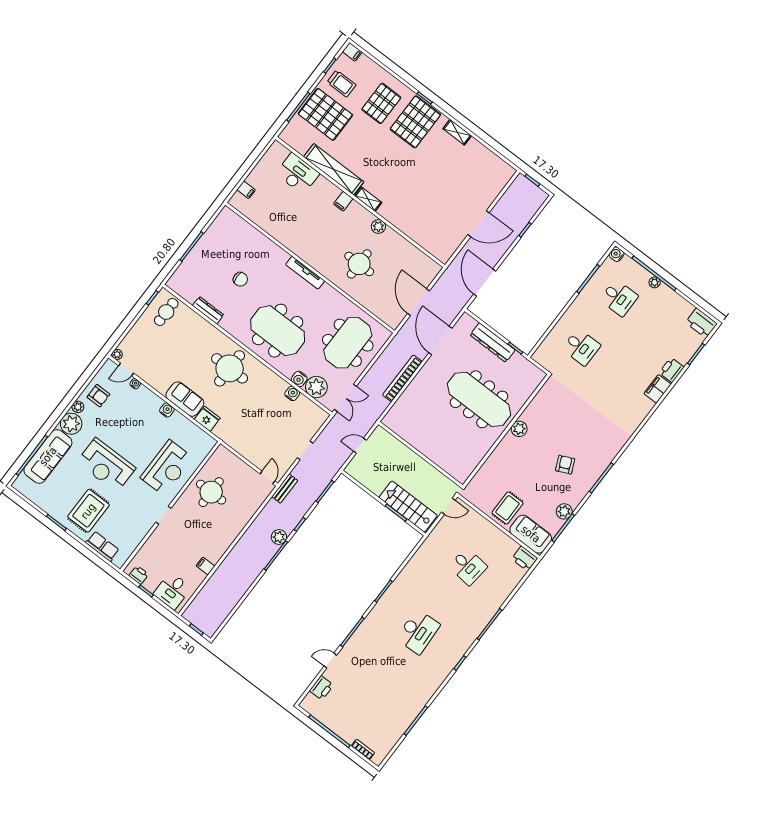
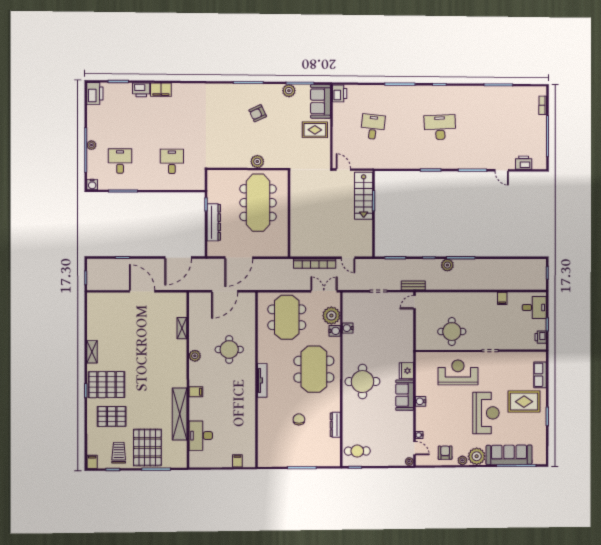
shelving: (368, 199) -> (182, 328), moved
meeting table: (348, 343) -> (287, 317), turned 90
bookcase: (402, 378) -> (315, 264), moved
wall: (420, 455) -> (289, 213), moved

